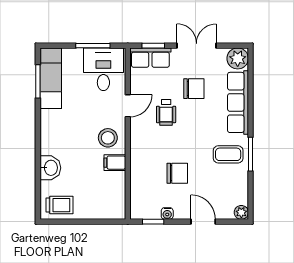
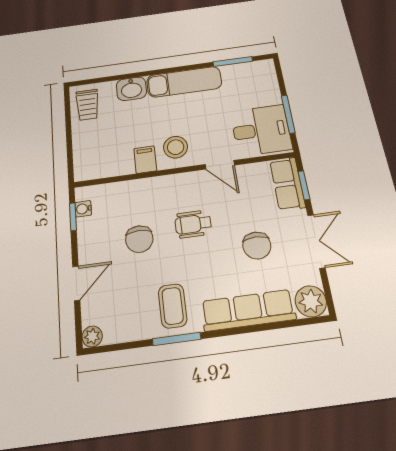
exam couch: (51, 78) -> (184, 82), moved
wheelchair: (166, 112) -> (193, 224), moved
water cooler: (167, 213) -> (83, 209), moved

